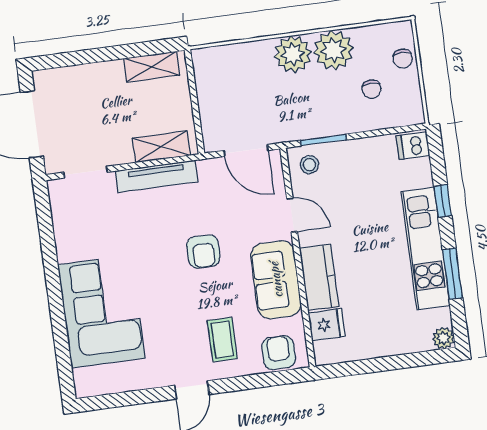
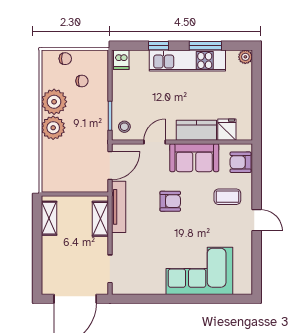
tv unit: (157, 176) -> (119, 207), moved

